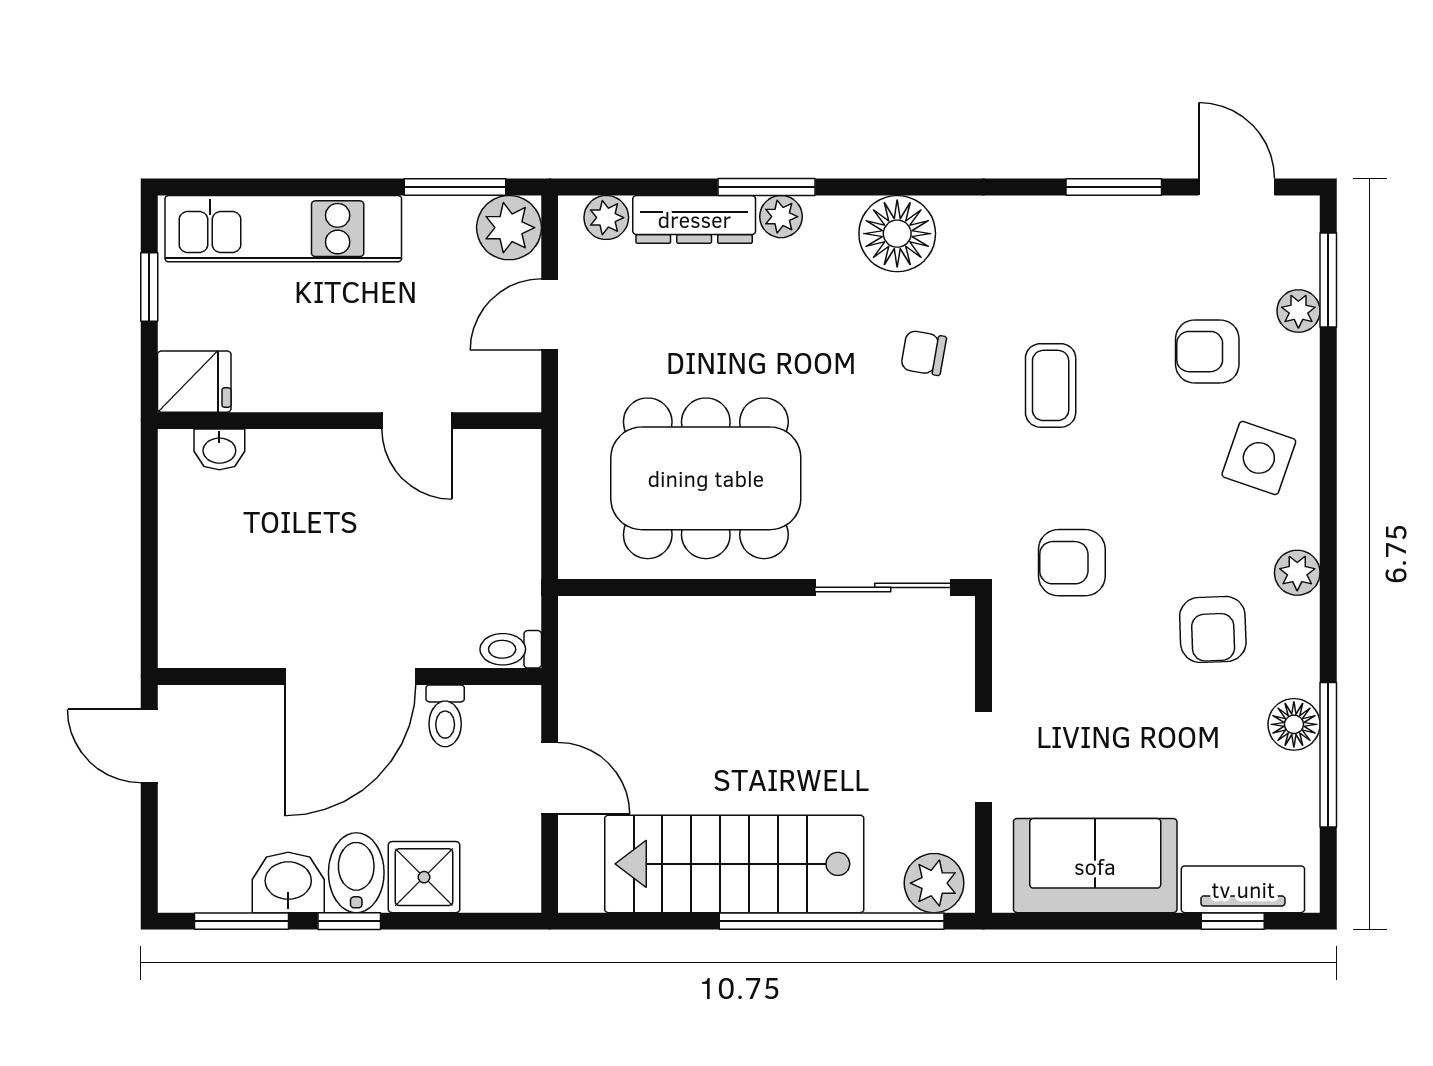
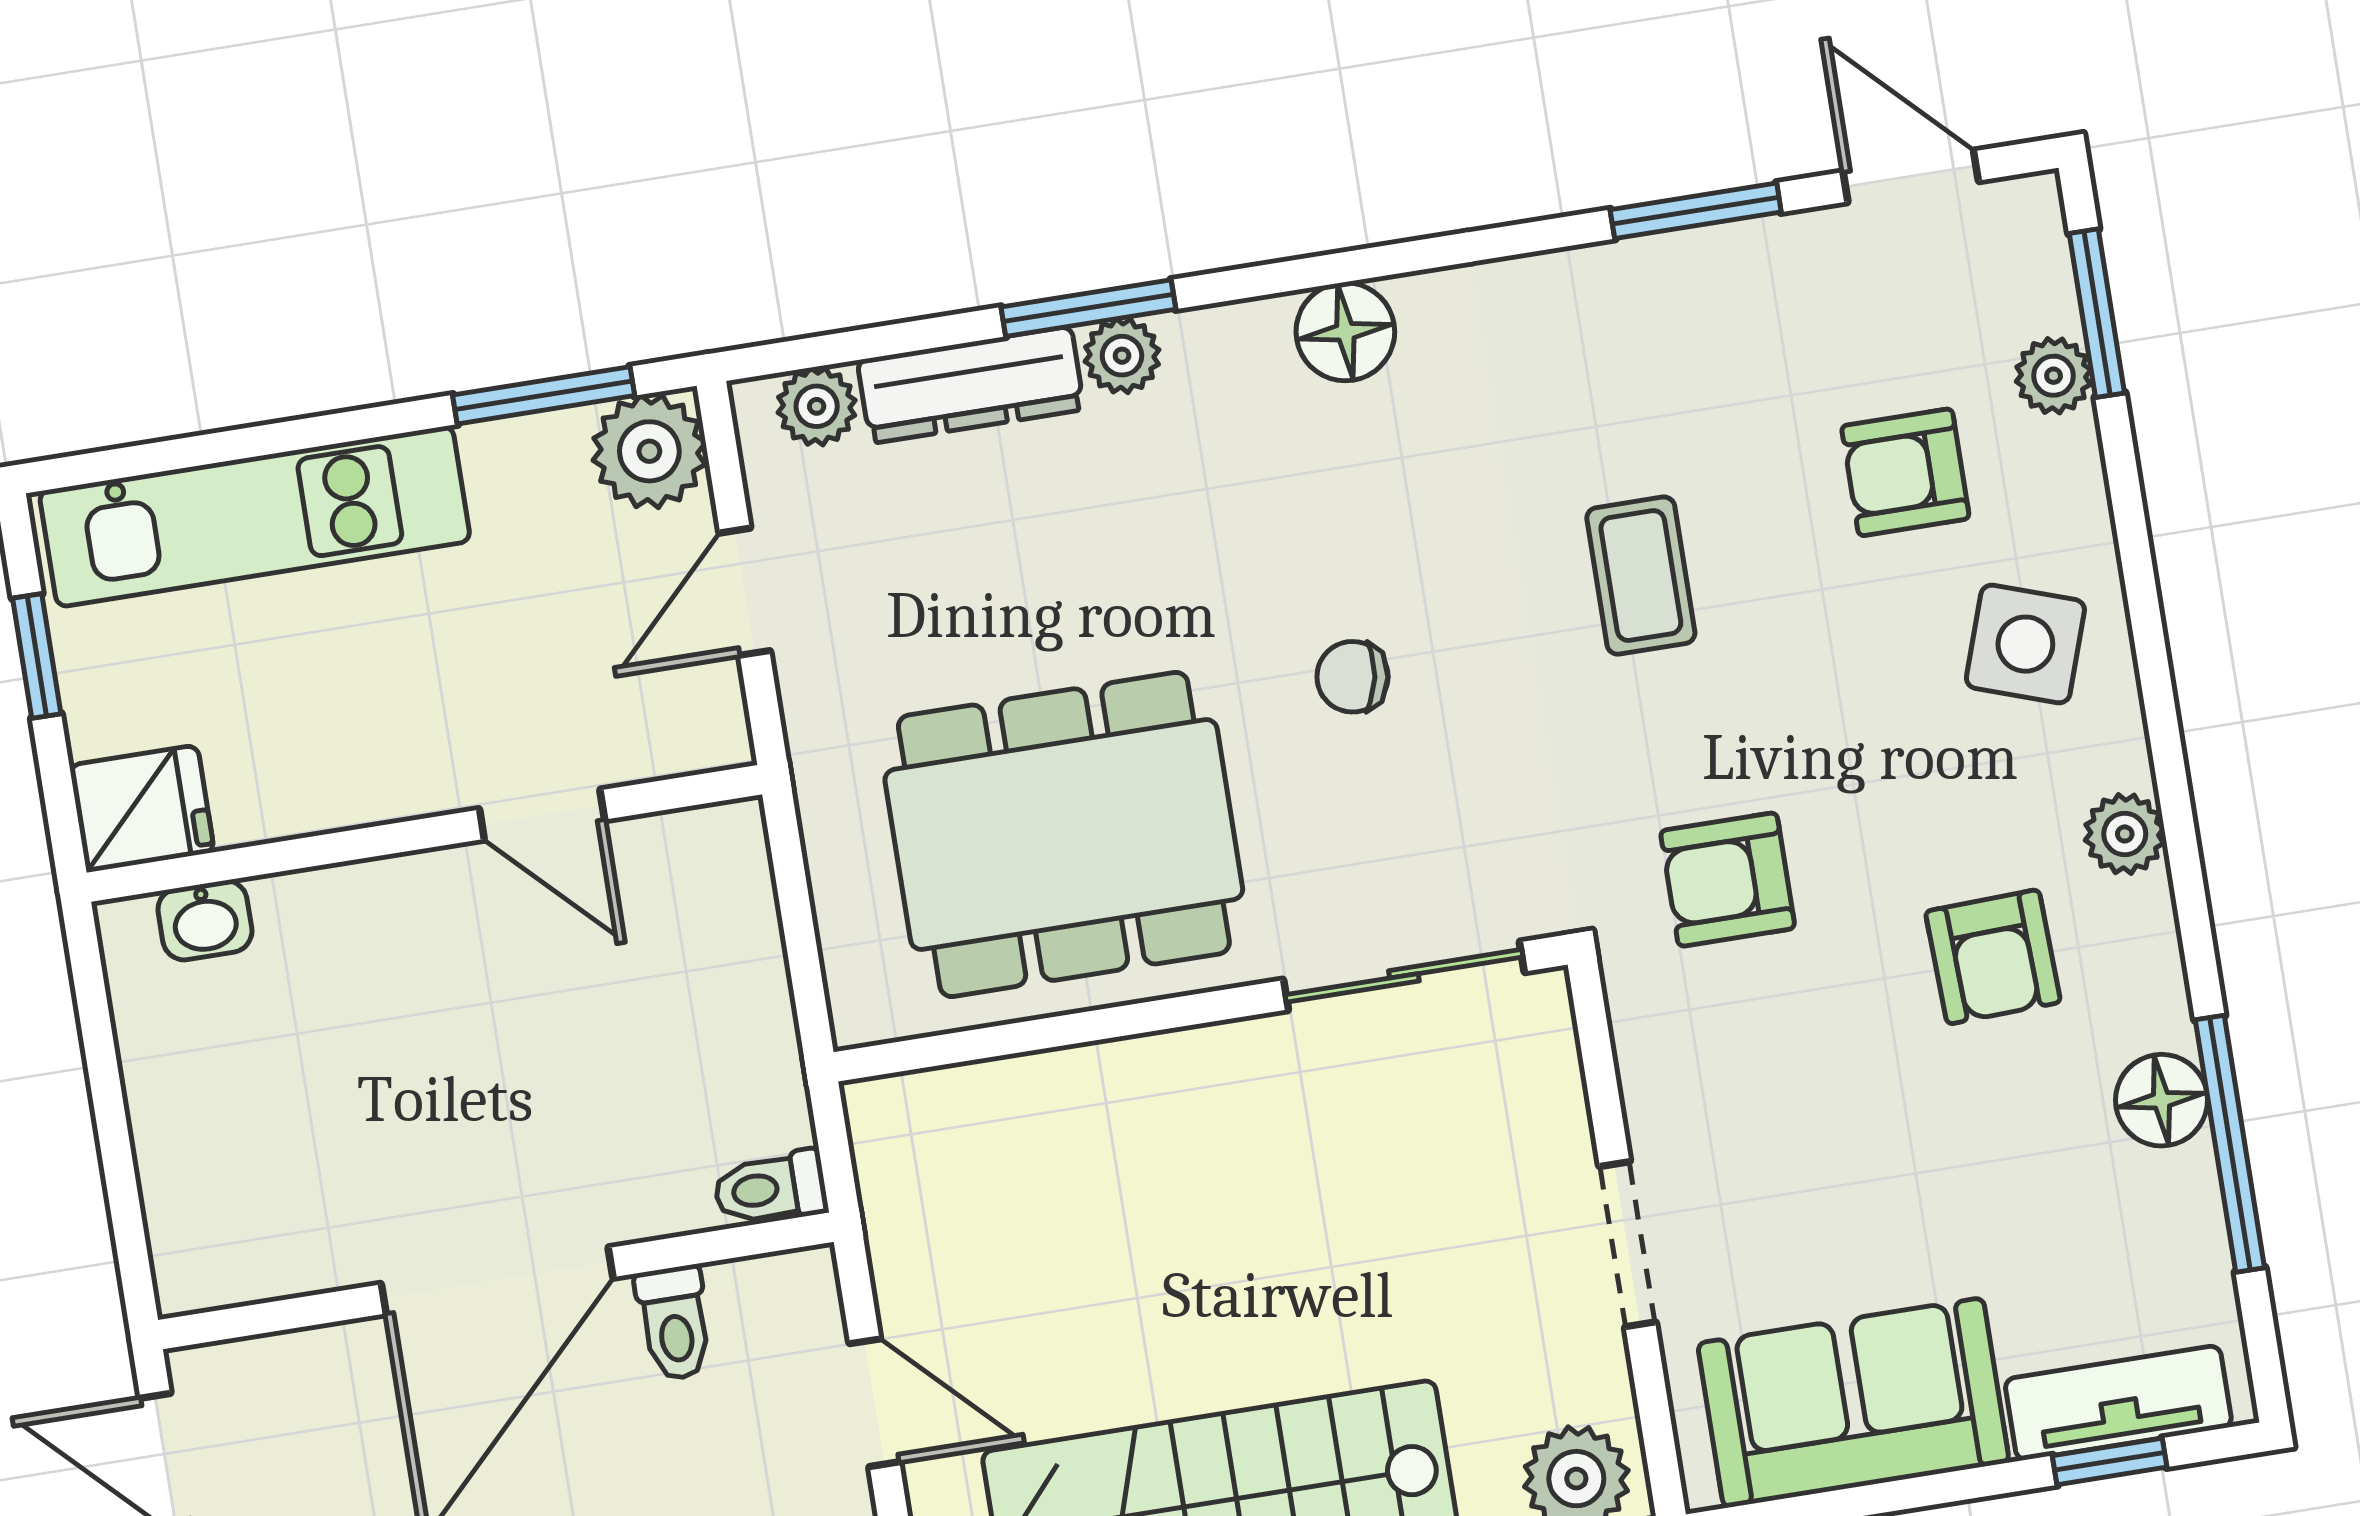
floor lamp: (897, 234) -> (1345, 332), width x0.73, depth x0.73
chair: (924, 353) -> (1352, 677), moved

